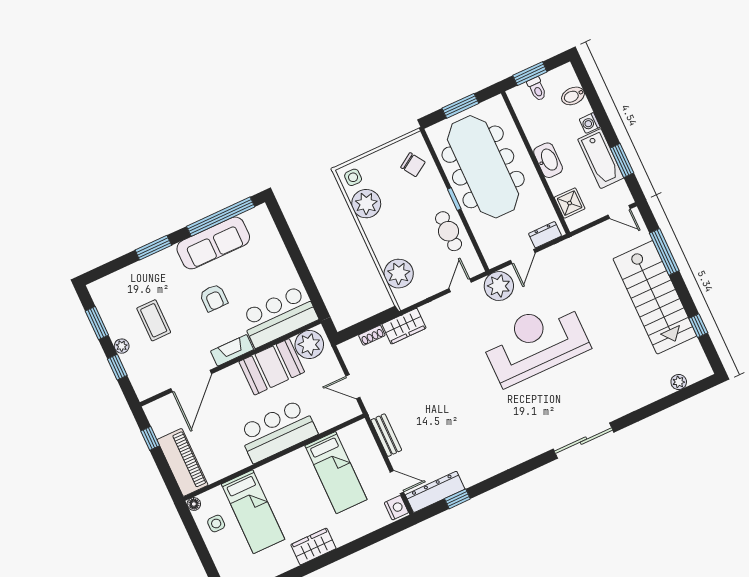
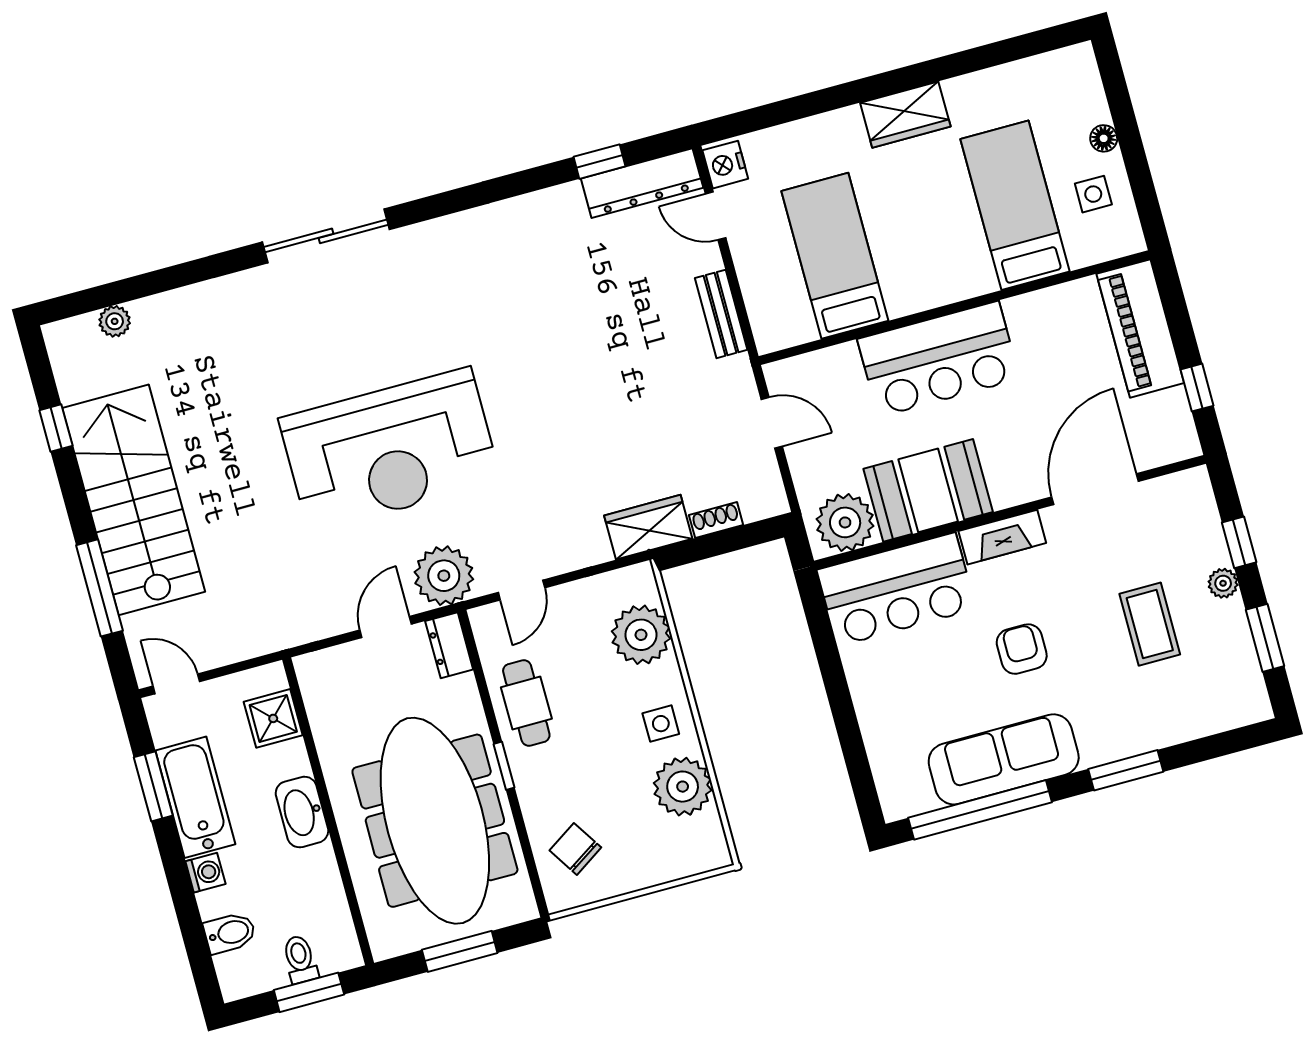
side table: (353, 177) -> (661, 724), moved
dresser: (545, 235) -> (449, 645), moved, turned 90
floor lamp: (194, 504) -> (1104, 138), moved

